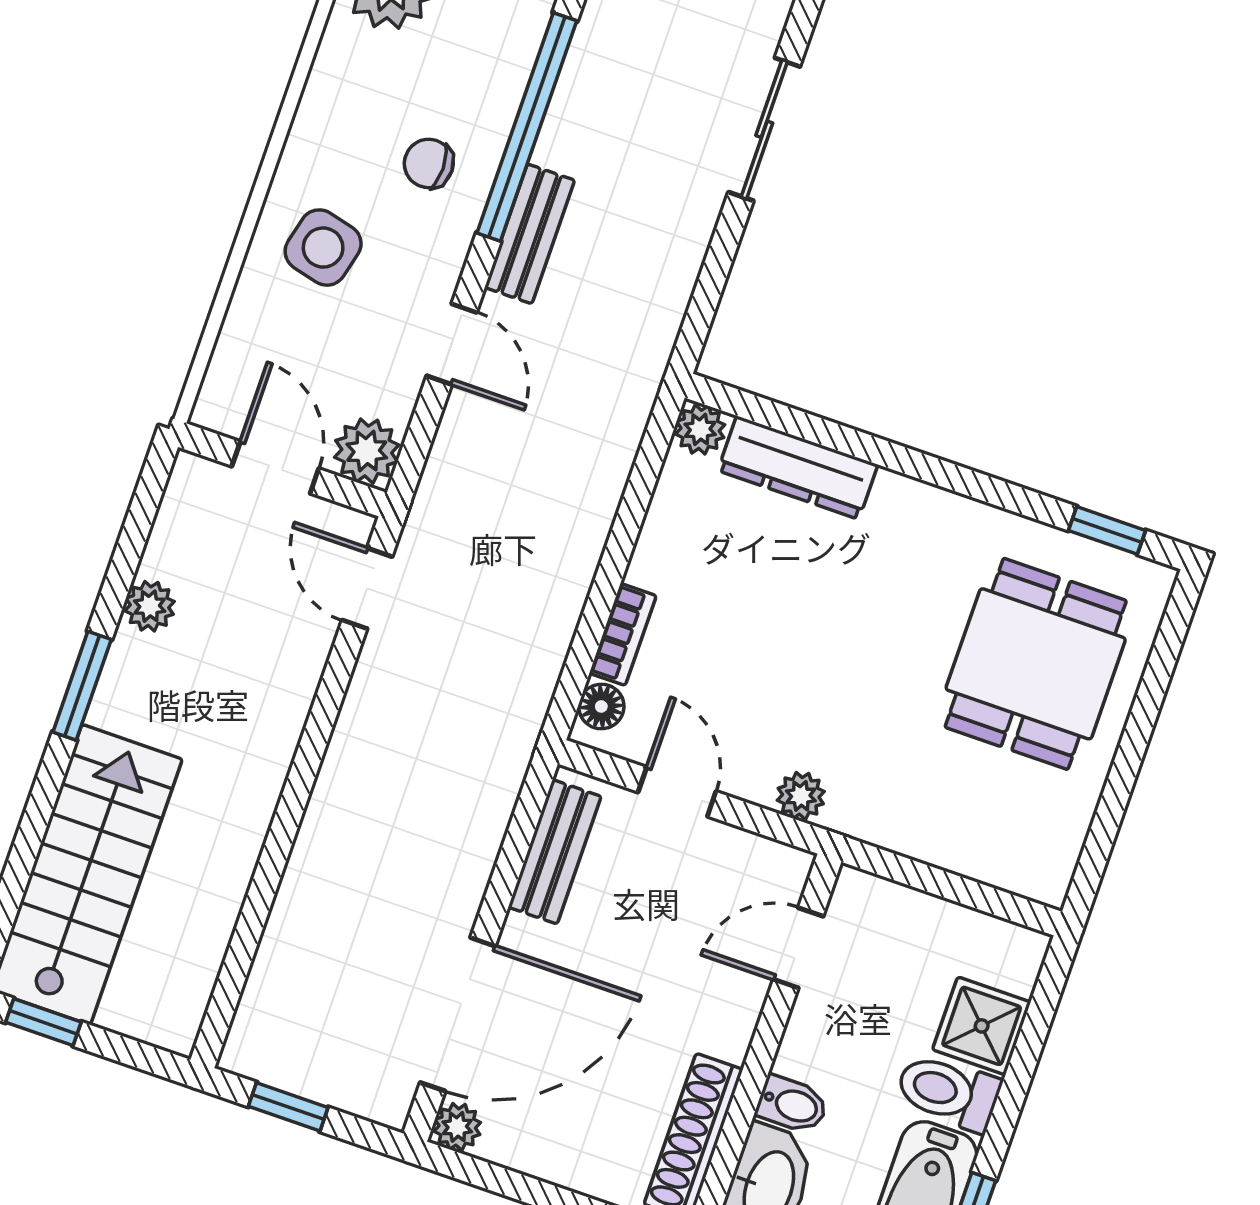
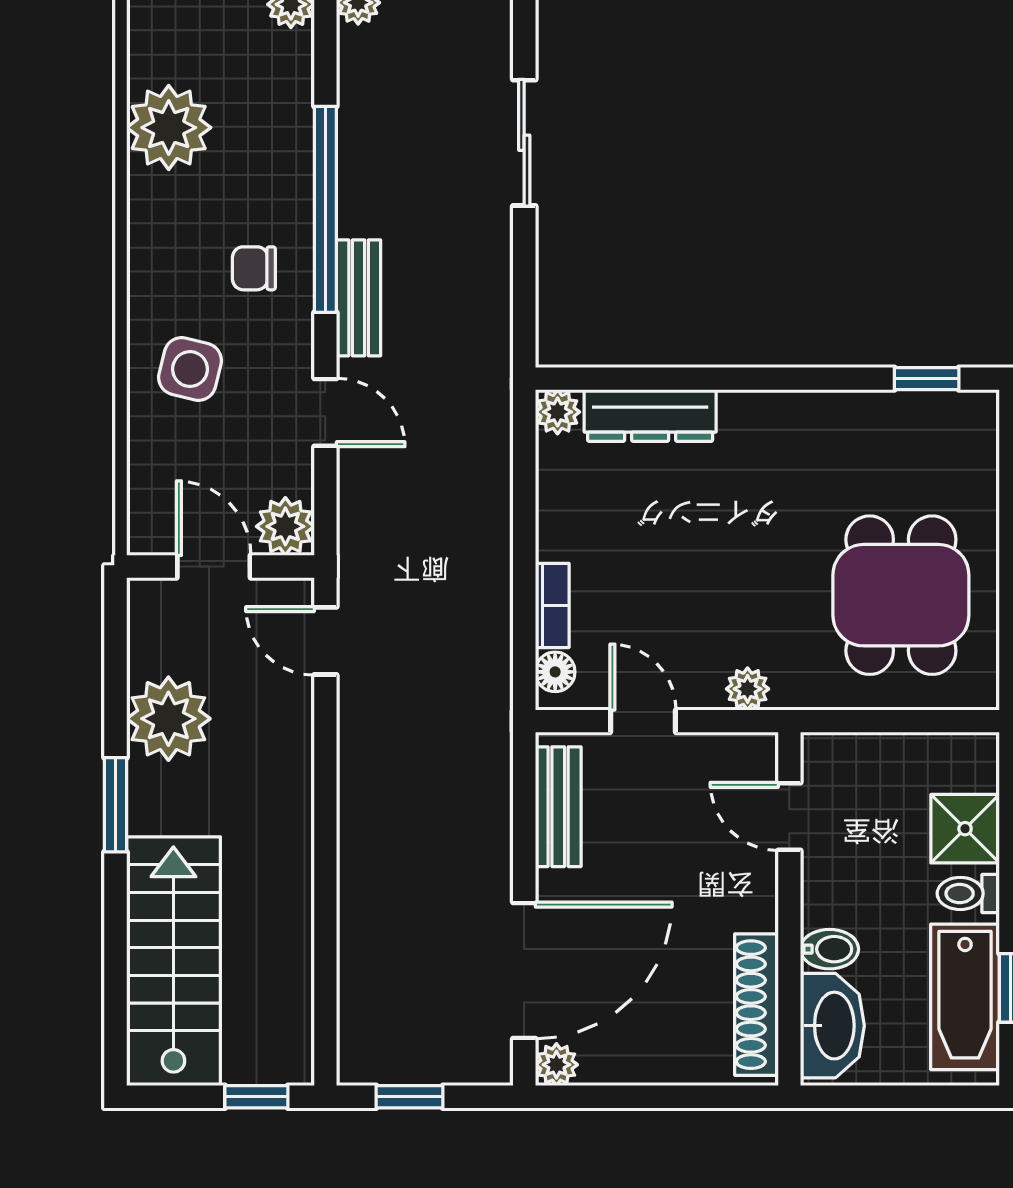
plant: (150, 606) -> (168, 719), width x1.87, depth x1.87
dining table: (1036, 664) -> (901, 595), moved
door: (798, 948) -> (789, 816), hinge flipped
window: (43, 1022) -> (256, 1097), moved
toilet: (948, 1092) -> (968, 893), width x0.73, depth x0.72

